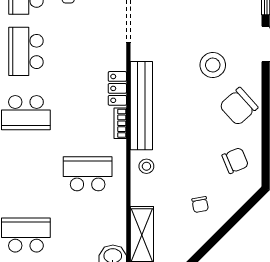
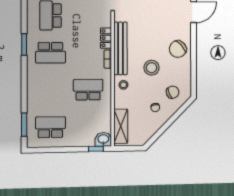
stool: (213, 65) -> (152, 68), moved
chair: (235, 160) -> (173, 92), moved

